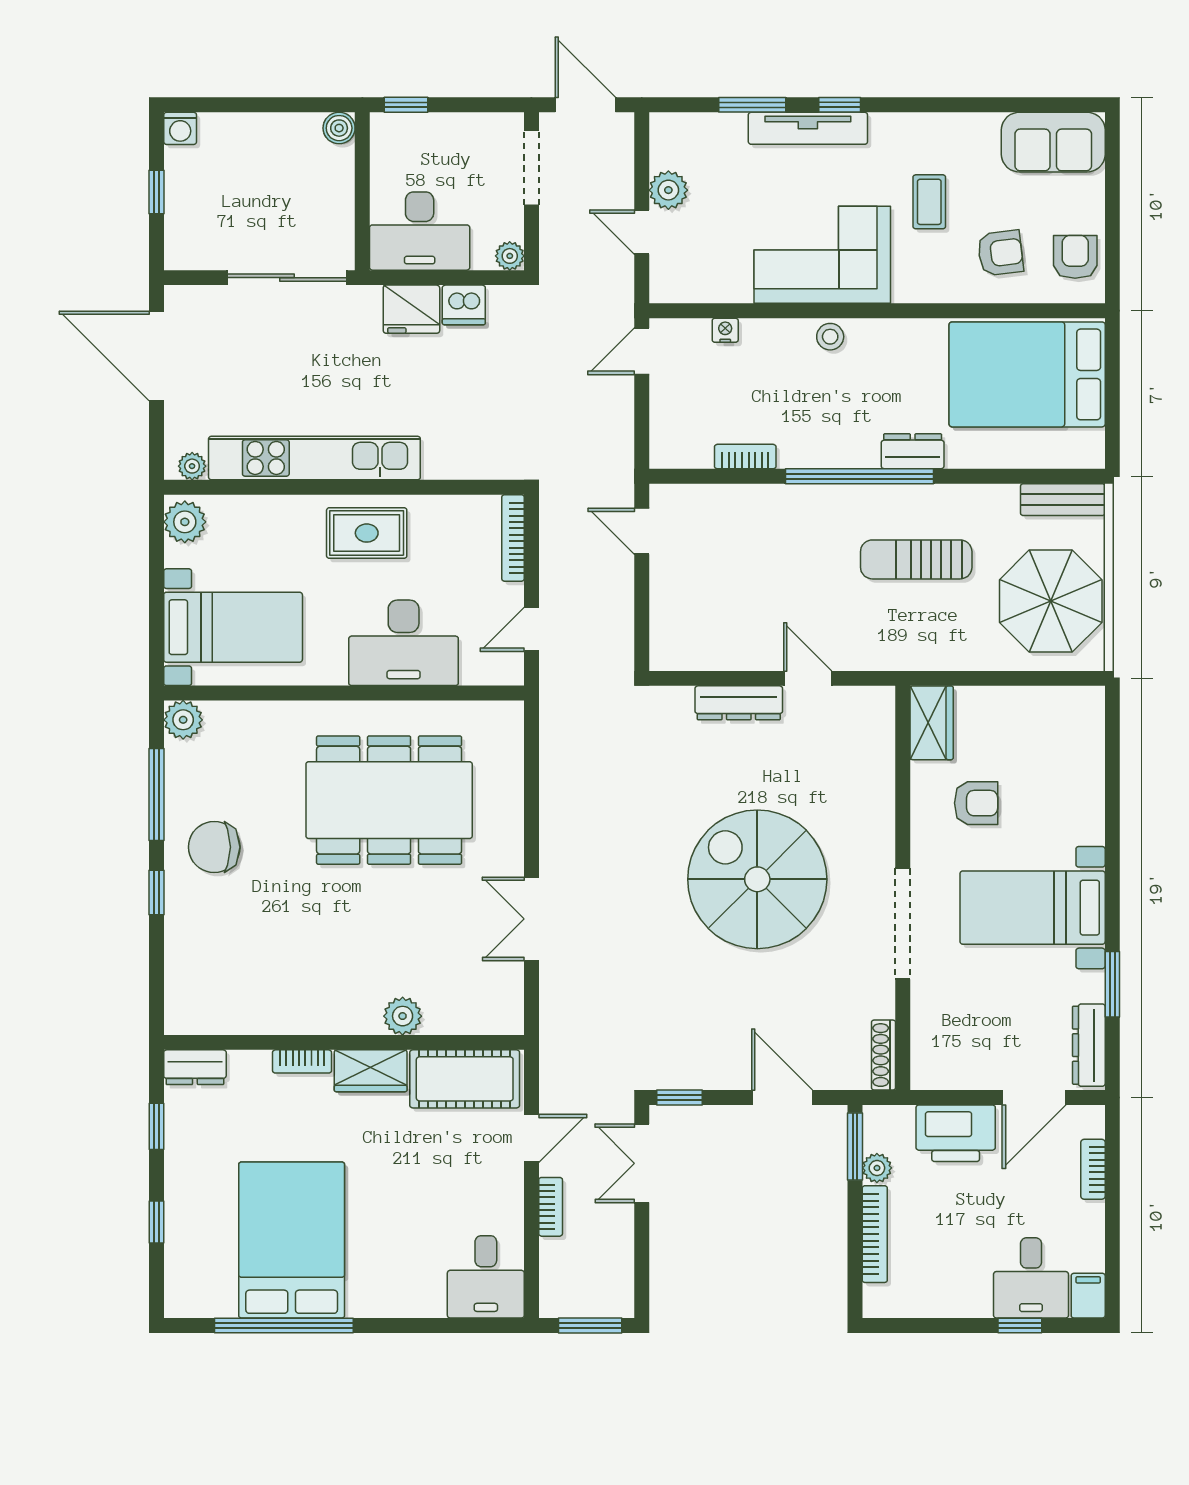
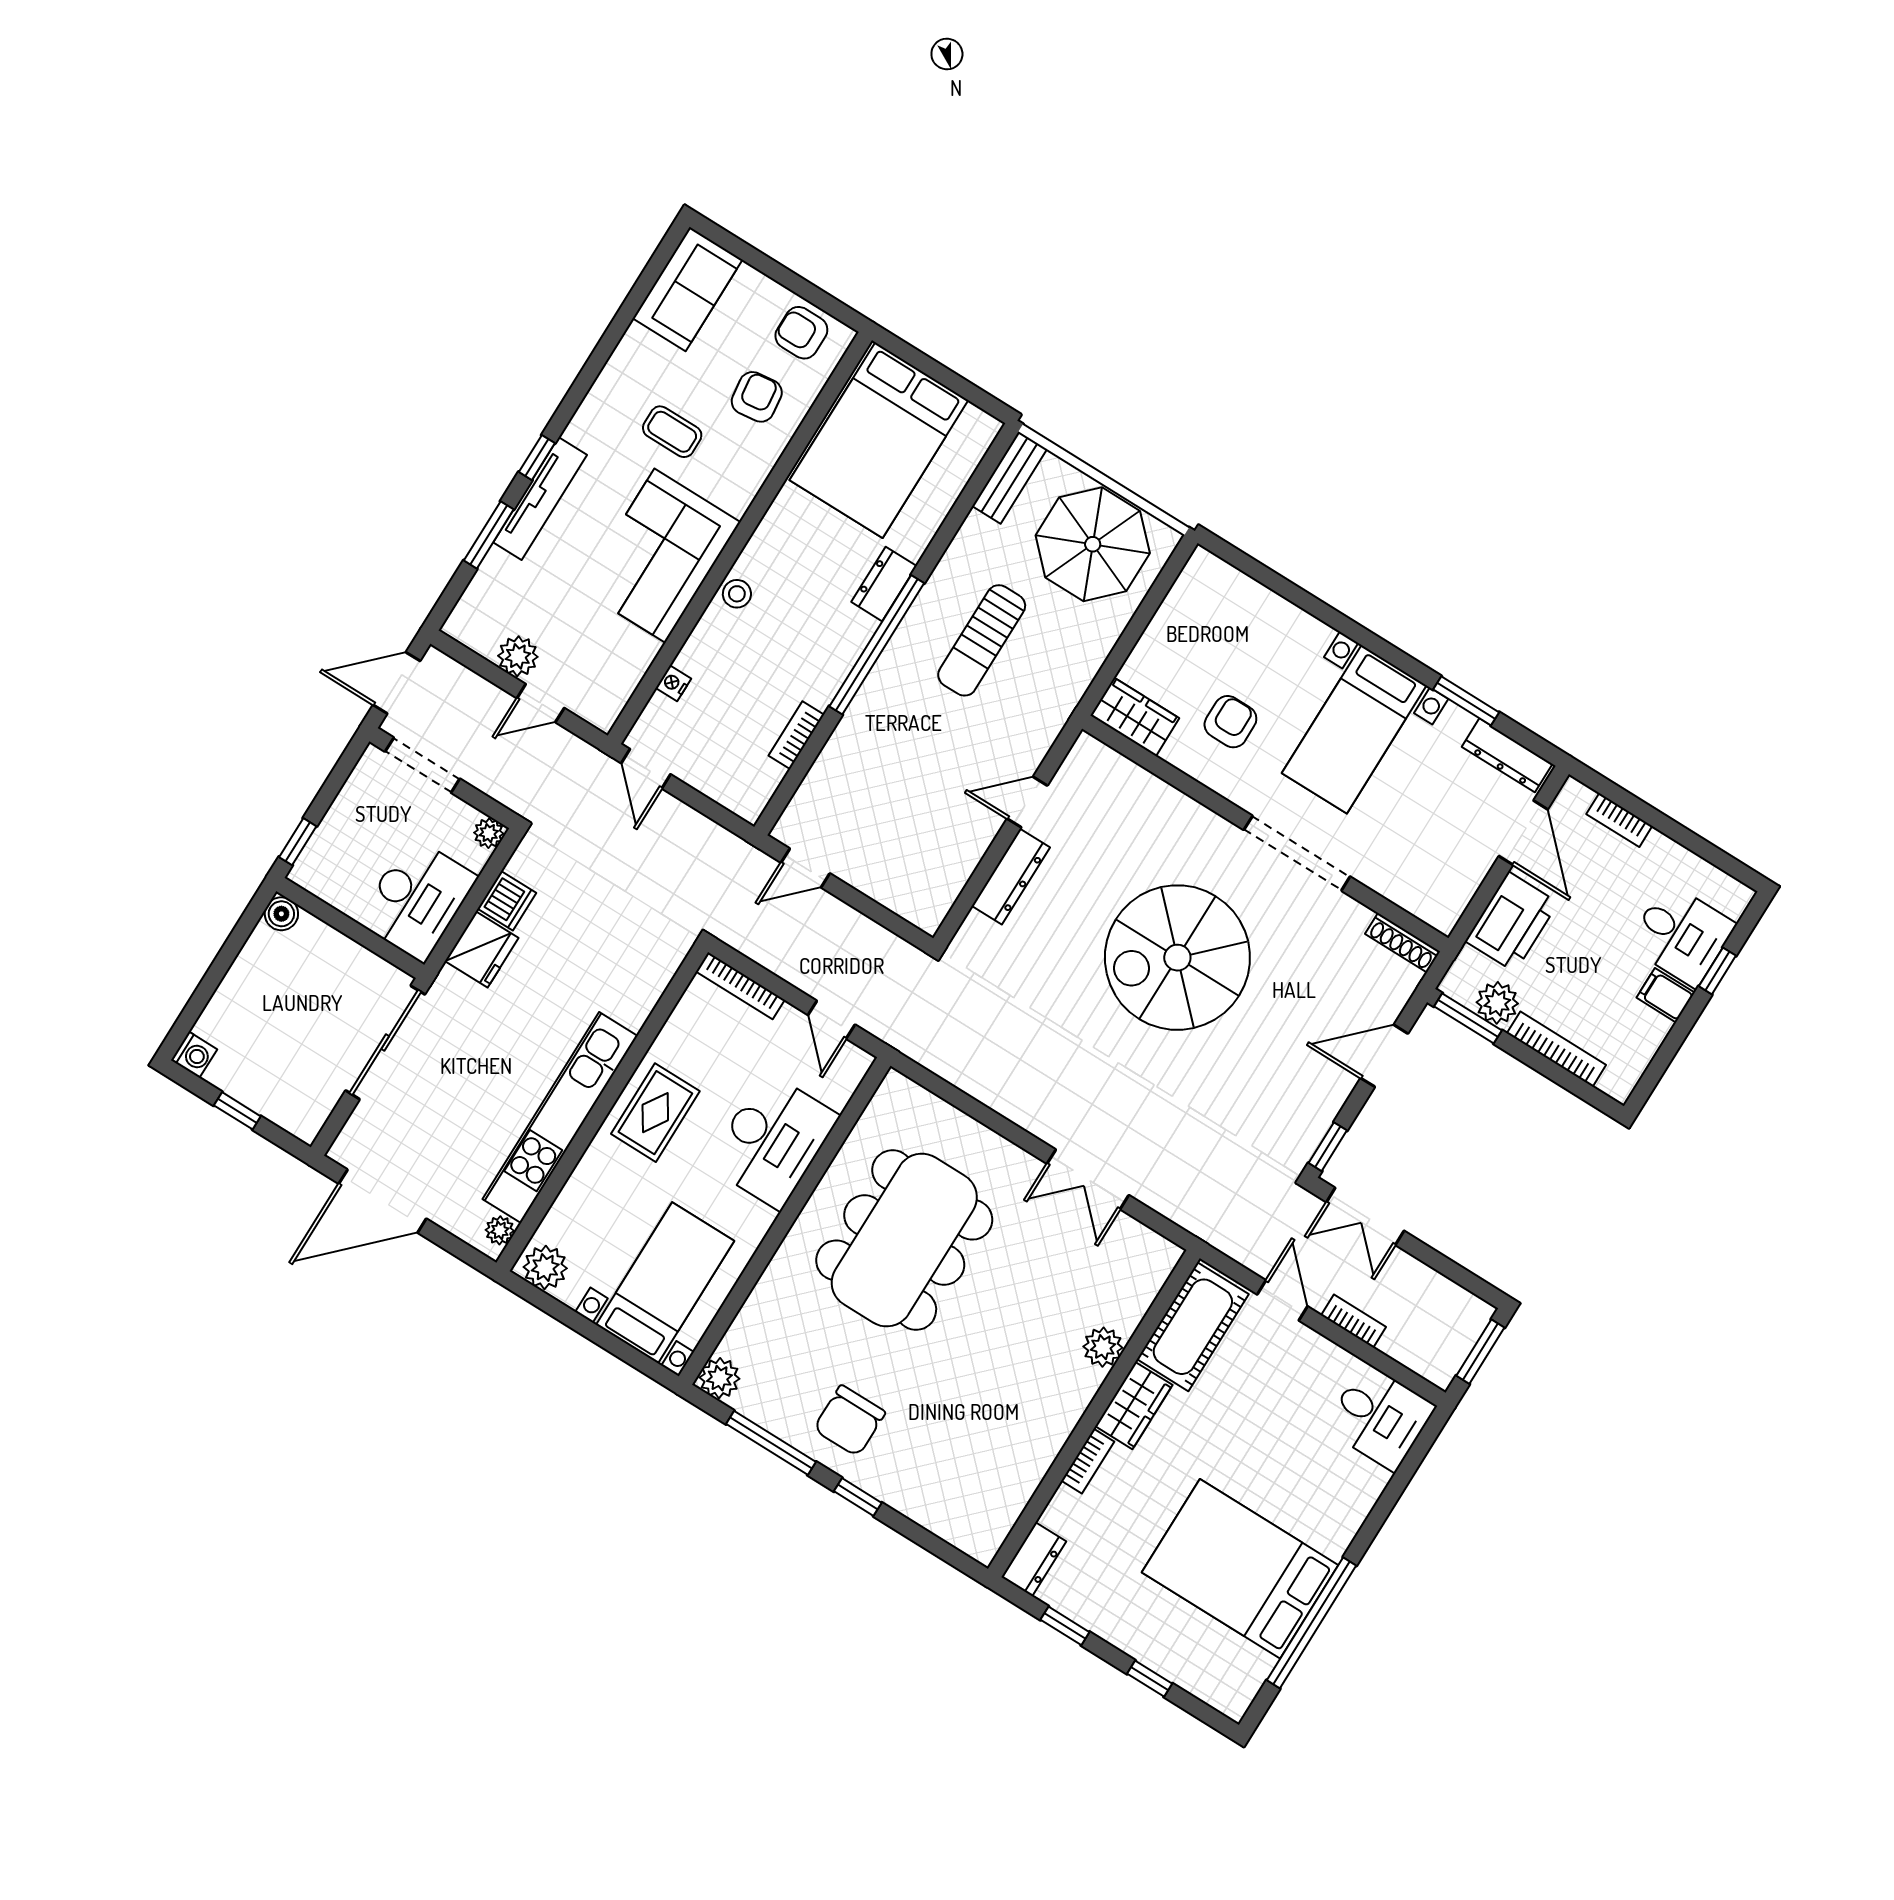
plant: (877, 1168) -> (1497, 1003), width x1.38, depth x1.38
filing cabinet: (1088, 1296) -> (1666, 995), moved

